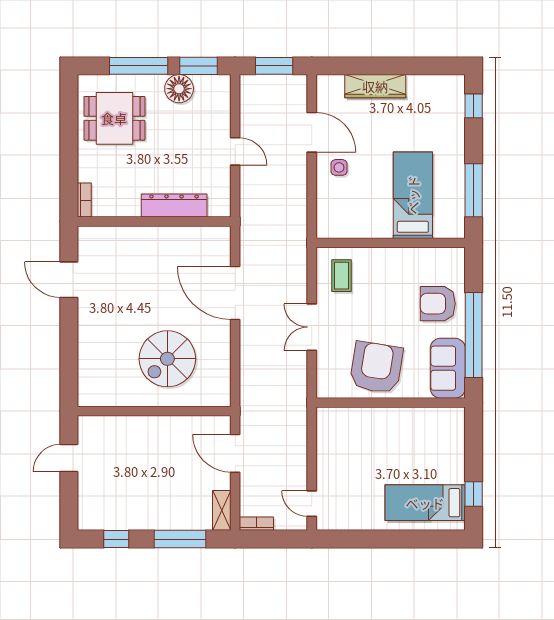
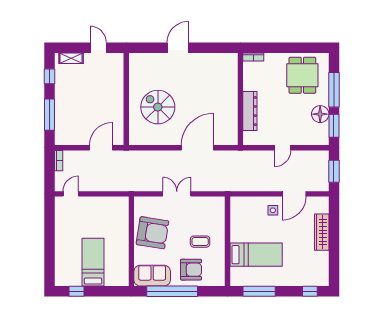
coffee table: (341, 276) -> (200, 242), moved
door: (69, 280) -> (178, 48), moved
armchair: (438, 304) -> (191, 270), turned 90
bed: (425, 503) -> (93, 262), moved
shelving: (222, 510) -> (71, 58), moved

